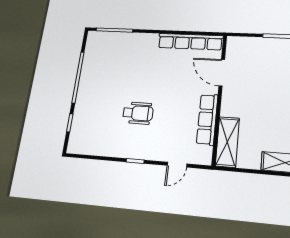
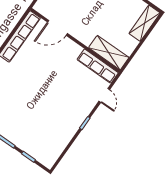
wheelchair: (138, 113) -> (51, 103), removed
row of seats: (207, 119) -> (98, 66), moved

